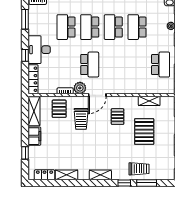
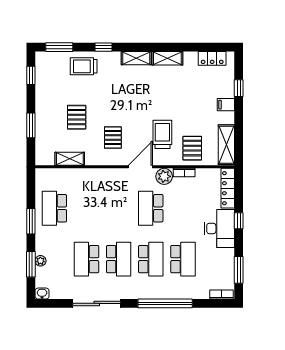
school desk: (137, 27) -> (86, 259), turned 180
pallet: (144, 132) -> (77, 117), width x0.67, depth x0.71
filing cabinet: (34, 136) -> (226, 105), width x0.50
shelving: (67, 175) -> (167, 58), moved
window: (147, 183) -> (59, 47), moved

